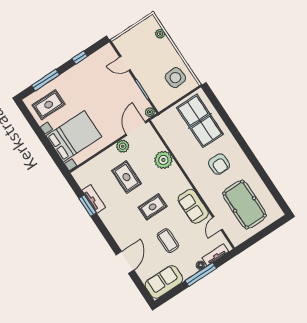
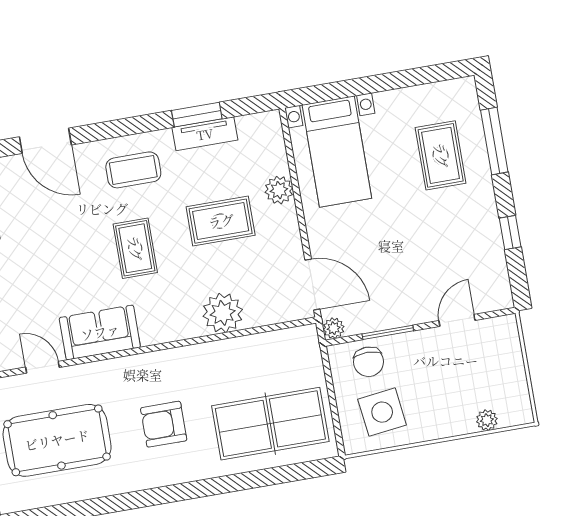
chair: (157, 92) -> (368, 362), added
rug: (49, 105) -> (441, 155), moved
bed with nightstands: (74, 136) -> (337, 152), width x0.73
plant: (123, 146) -> (279, 190), moved
coffee table: (168, 241) -> (133, 170), moved

